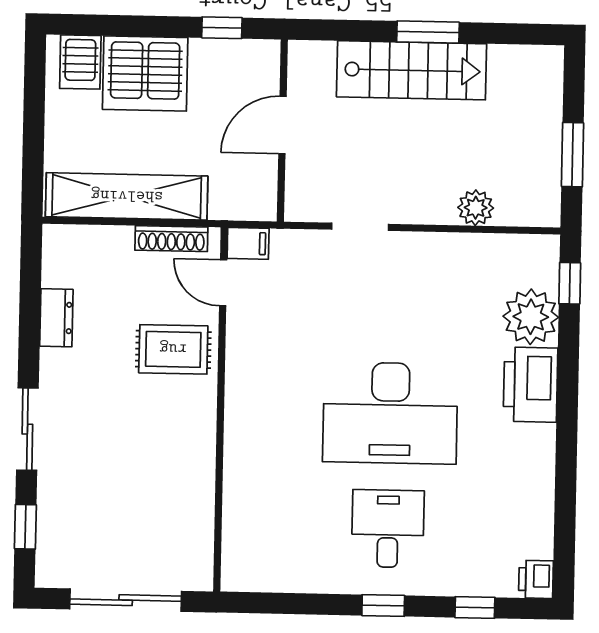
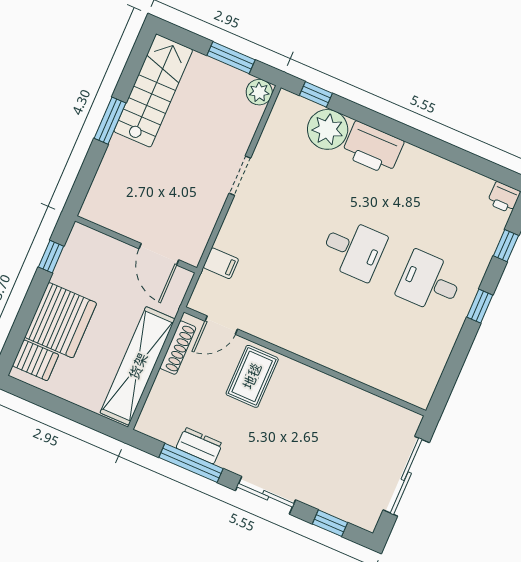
stairs: (412, 70) -> (153, 91), moved
door: (282, 125) -> (159, 254), moved
plant: (476, 208) -> (259, 92), moved
doorway: (360, 227) -> (240, 176), moved
filing cabinet: (248, 243) -> (221, 263), moved, turned 90
window: (30, 316) -> (191, 463), added
desk: (390, 413) -> (353, 249), width x0.53, depth x0.77

